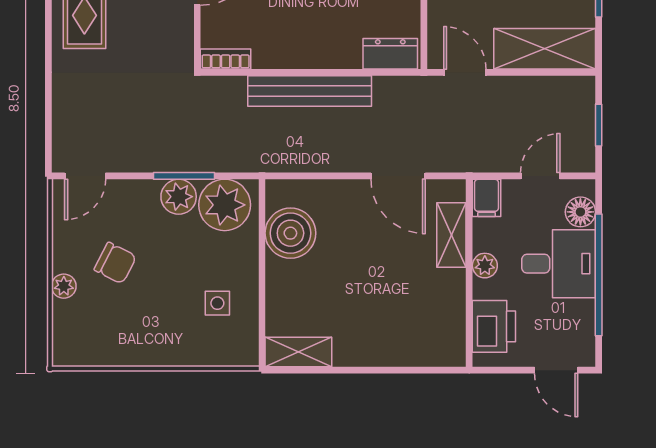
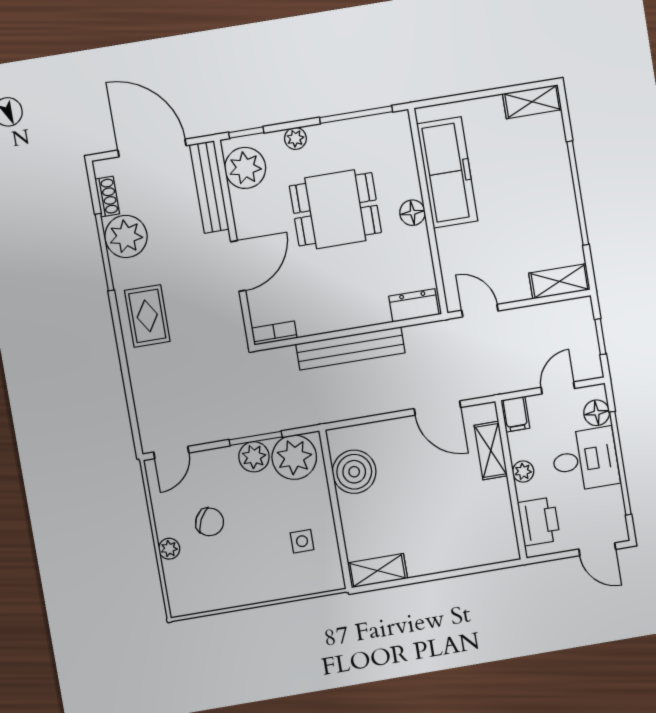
shelving: (545, 49) -> (559, 281), width x0.67, depth x0.75

